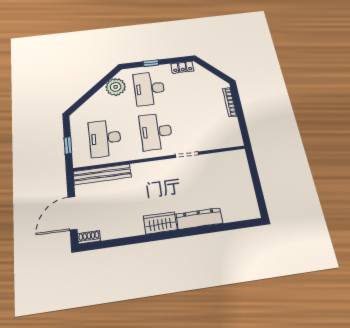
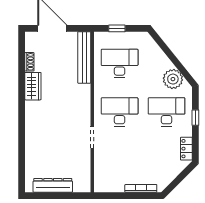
dresser: (199, 219) -> (53, 185), moved, turned -90
wardrobe: (160, 223) -> (33, 86), moved
shoe rack: (89, 237) -> (29, 62), moved

